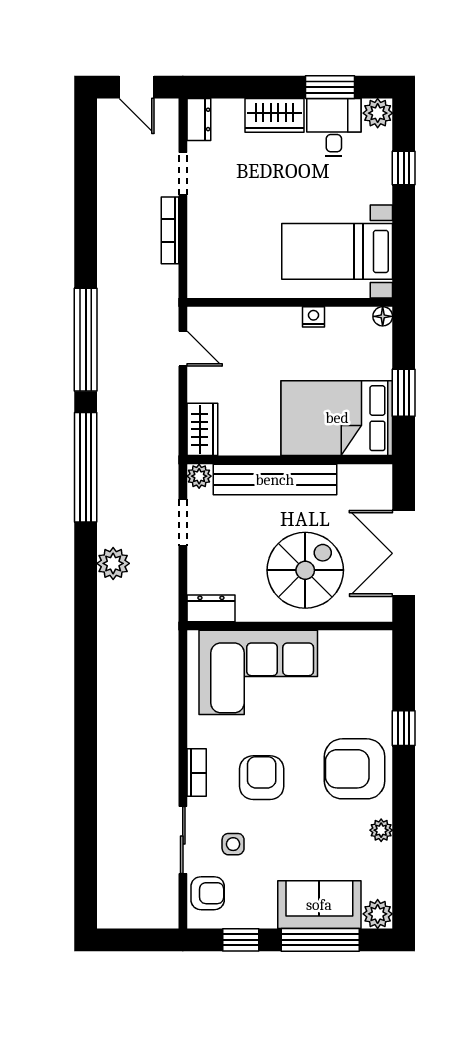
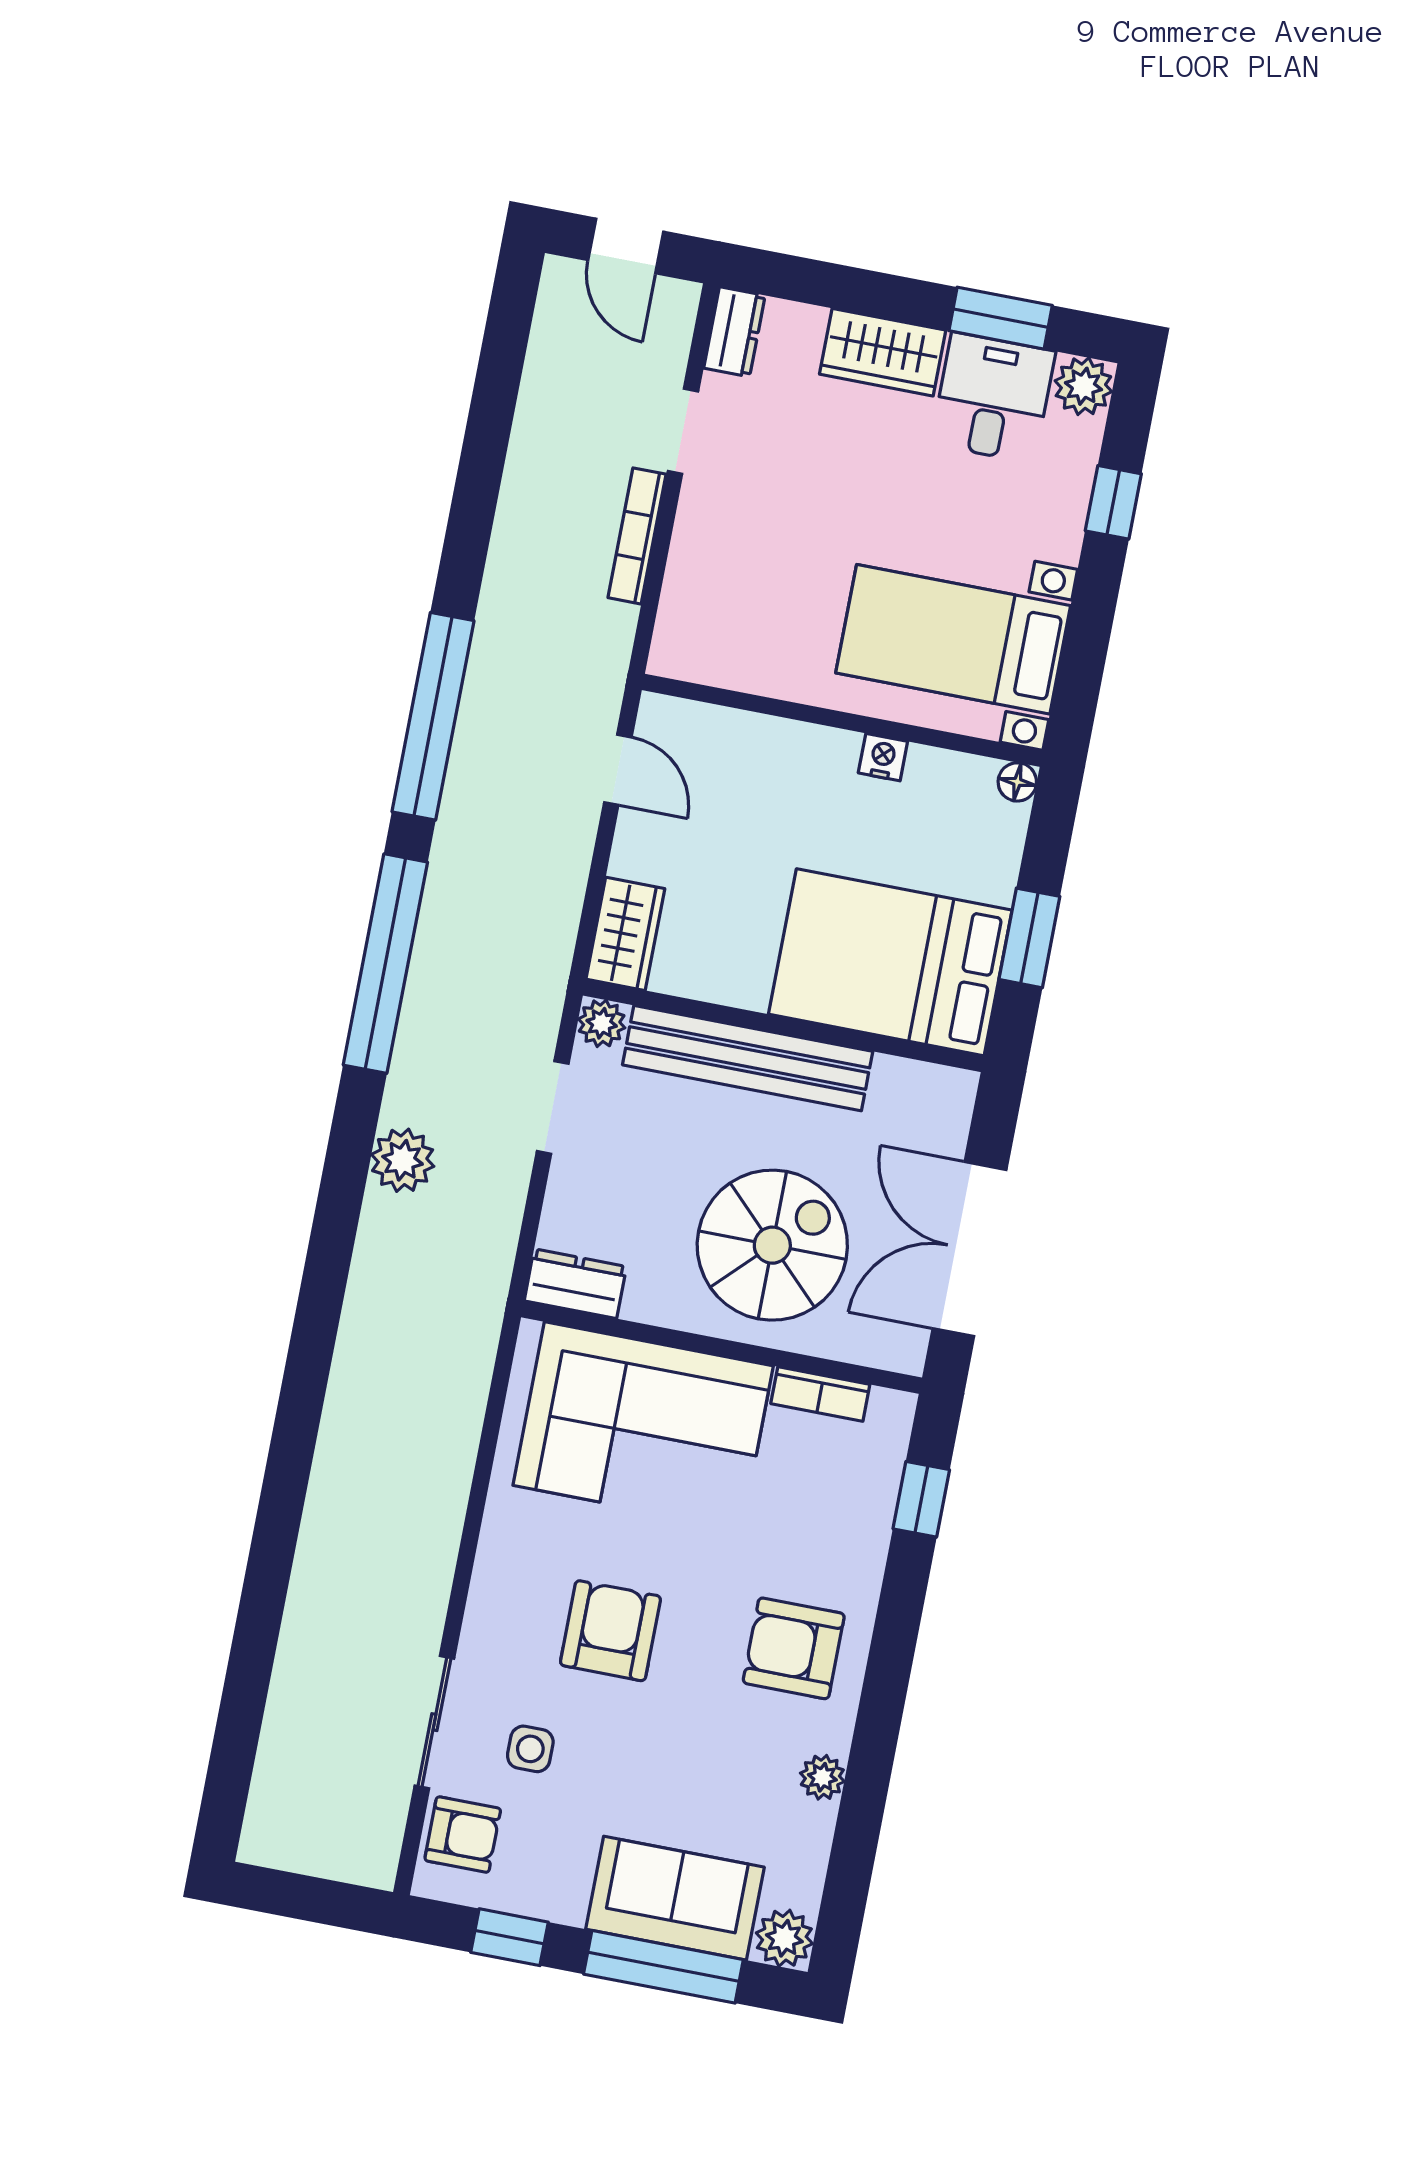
window: (404, 728) -> (921, 1499), moved
armchair: (355, 769) -> (794, 1648), width x0.73, depth x0.73
bookcase: (197, 773) -> (820, 1394), moved, turned 90

